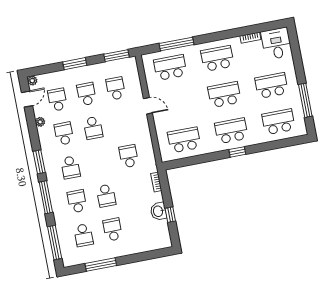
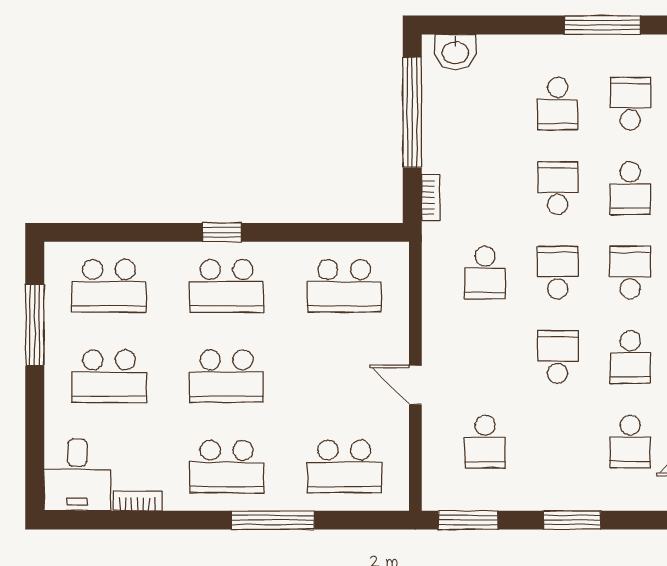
window: (176, 44) -> (273, 520), moved
school desk: (87, 94) -> (558, 273), moved, turned 180
washbasin: (158, 211) -> (455, 52), moved, turned 90
window: (170, 215) -> (412, 112), width x3.17

